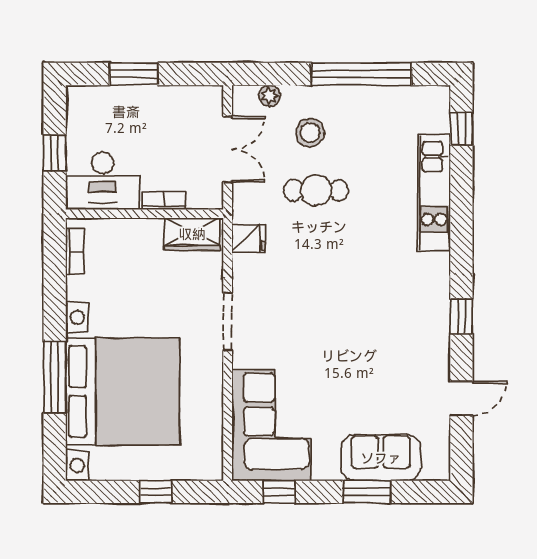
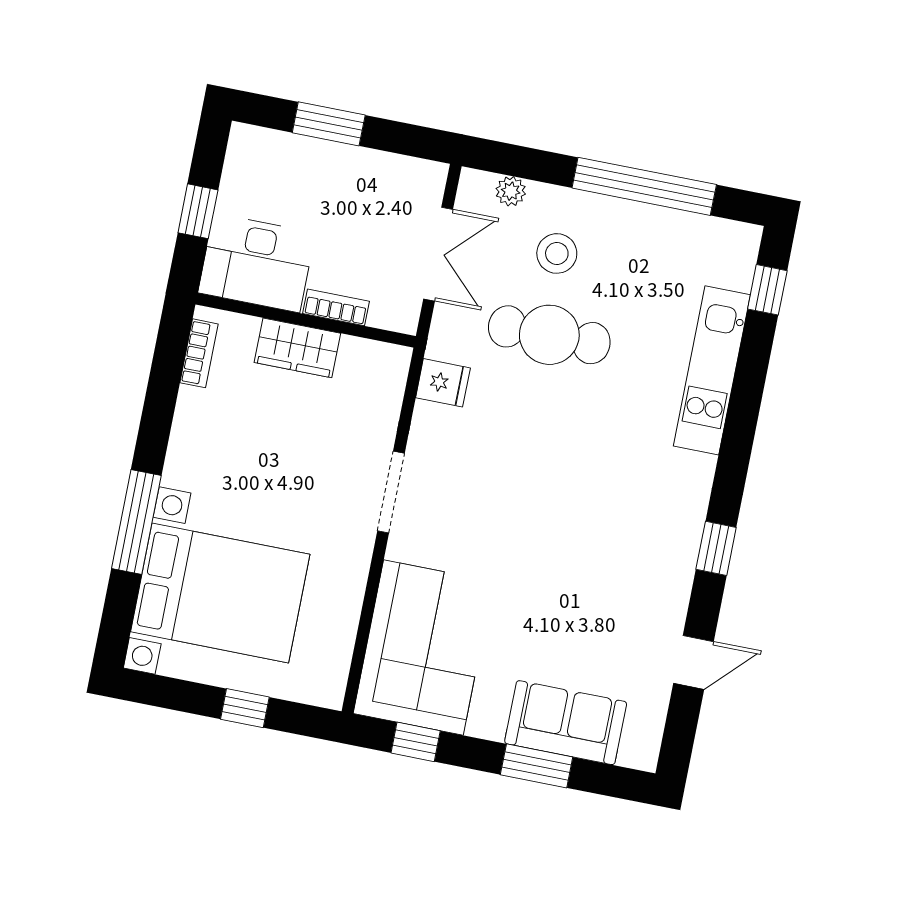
cafe table: (316, 190) -> (549, 335), width x1.37, depth x1.35
wardrobe: (192, 234) -> (297, 348), moved
bed with nightstands: (123, 392) -> (220, 593), width x0.73

